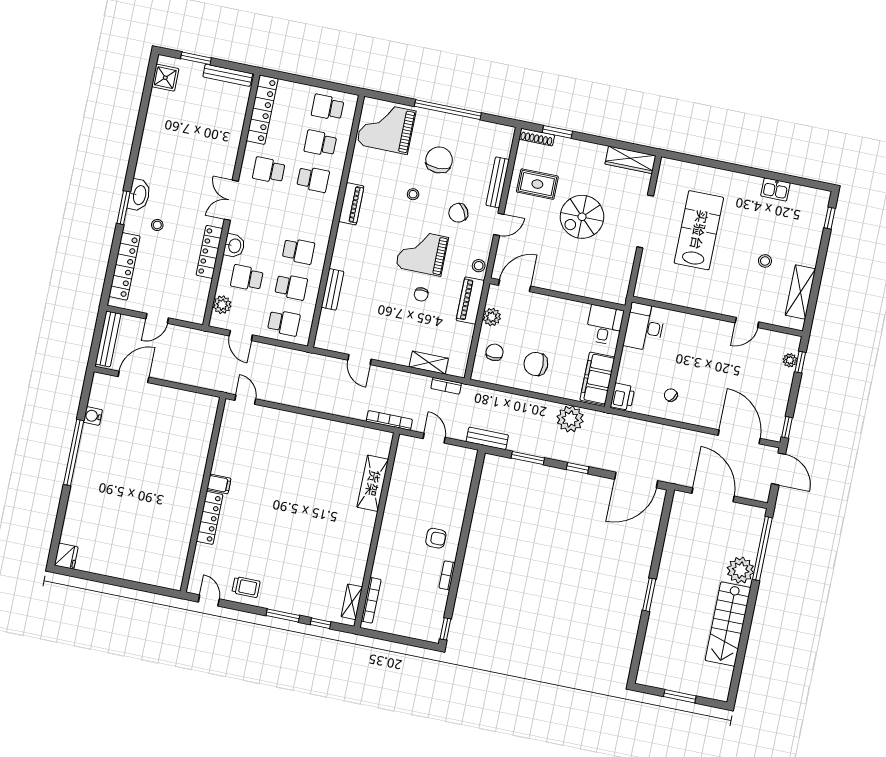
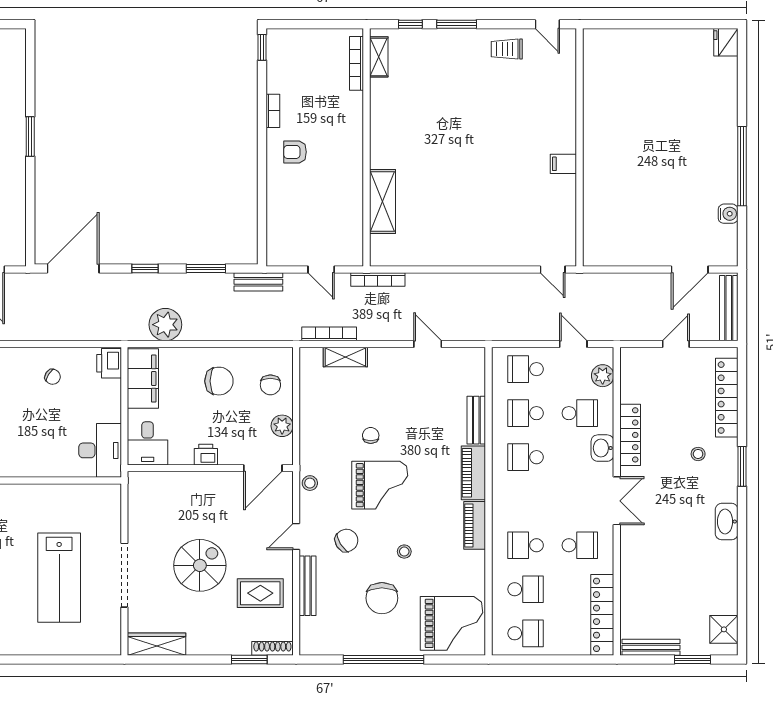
washbasin: (139, 195) -> (727, 522), moved
piano: (470, 300) -> (473, 473), moved, turned 180
printer: (559, 306) -> (206, 455), added
bookcase: (446, 386) -> (329, 334), width x1.56
locker: (210, 518) -> (566, 122), removed

